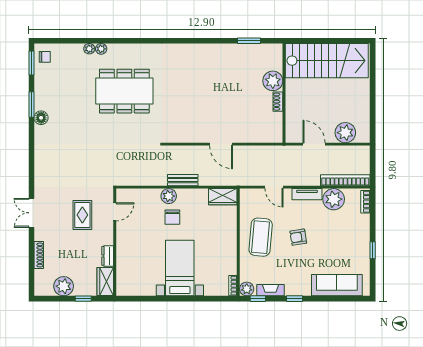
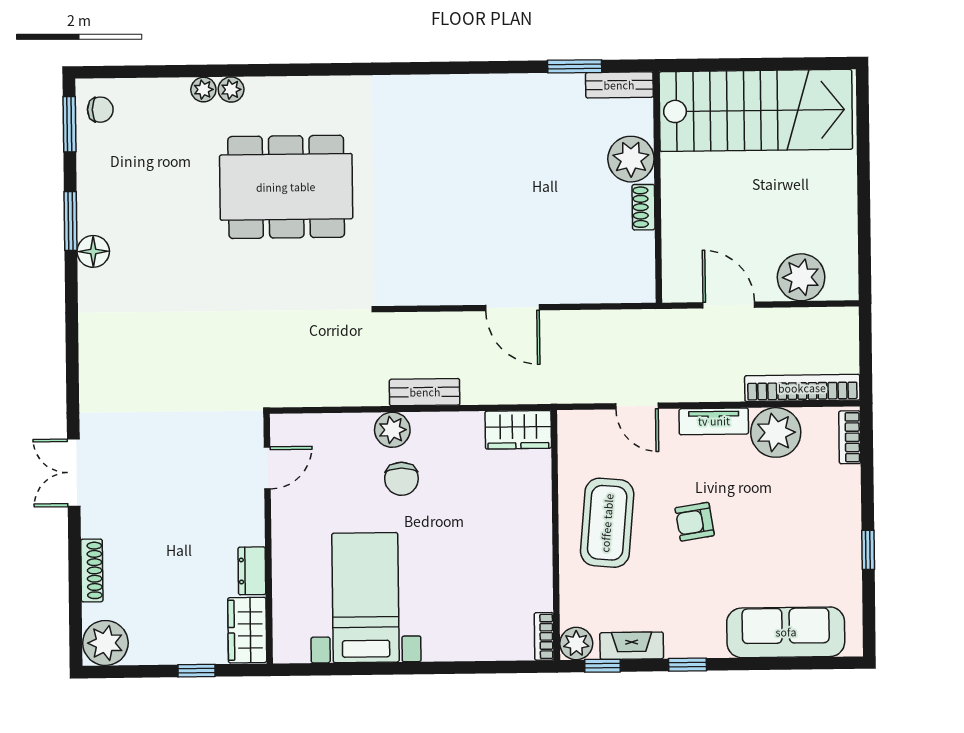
bench: (268, 49) -> (619, 85), added
rug: (82, 215) -> (192, 476), removed
bed with nightstands: (180, 268) -> (365, 598), moved
plant: (64, 286) -> (105, 643), moved

